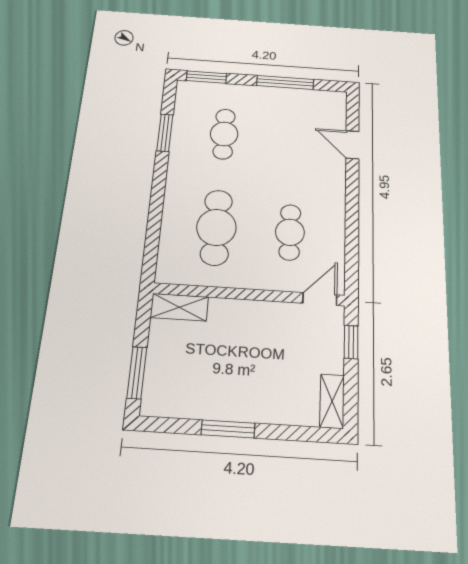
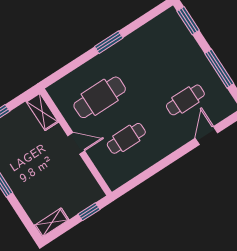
window: (165, 133) -> (109, 42), moved
cafe table: (224, 134) -> (185, 100), moved
door: (320, 299) -> (76, 143), moved

